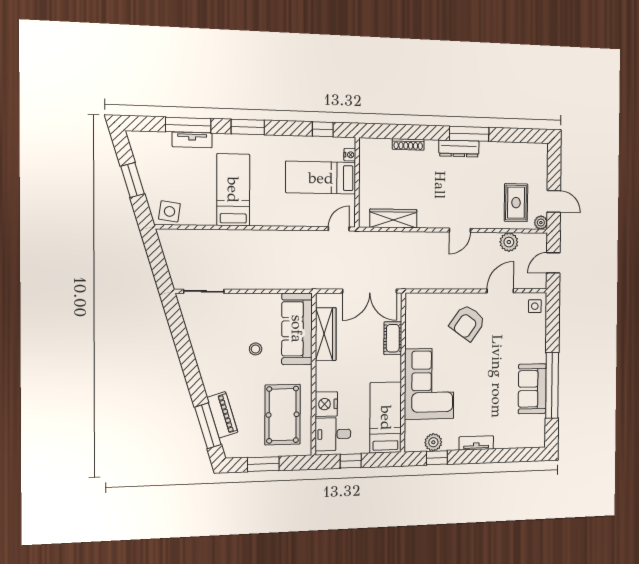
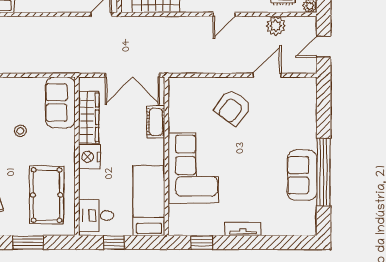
side table: (535, 306) -> (304, 91), removed
sofa: (297, 329) -> (60, 102), width x0.73
nightstand: (326, 404) -> (89, 157), moved
plant: (433, 442) -> (198, 227), removed

